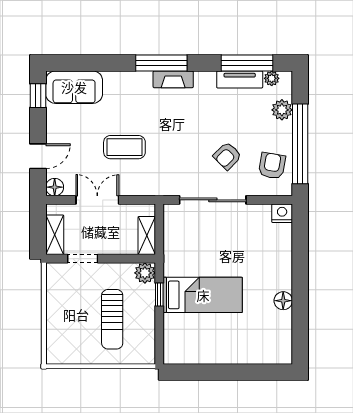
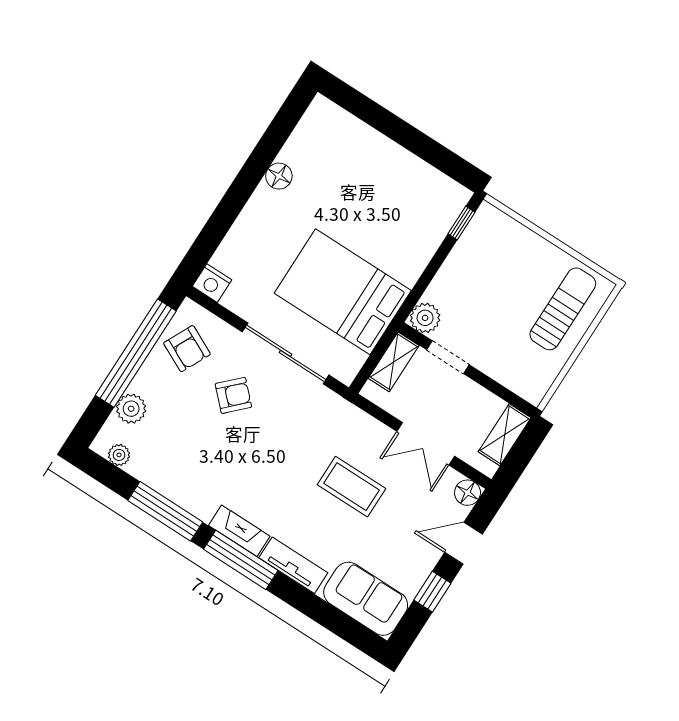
window: (247, 63) -> (165, 511), moved
tv unit: (240, 80) -> (293, 565), moved
window: (38, 96) -> (432, 592), moved
armchair: (272, 166) -> (187, 349), turned -74
doorway: (83, 259) -> (448, 357), moved
window: (159, 294) -> (462, 223), moved
bed: (203, 295) -> (343, 292), moved, width x1.50
sun lounger: (112, 319) -> (563, 309), moved

